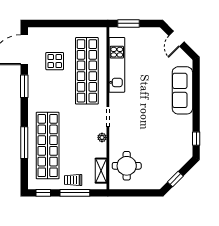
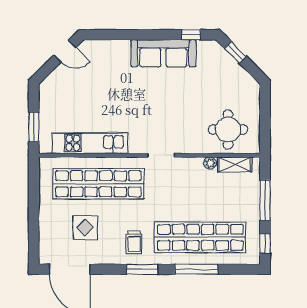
door: (177, 39) -> (65, 51), moved
window: (24, 86) -> (142, 269), moved
sofa: (182, 90) -> (163, 53), moved
plant: (102, 137) -> (210, 163), moved
window: (175, 179) -> (235, 52), moved
trolley: (73, 180) -> (134, 242), moved

